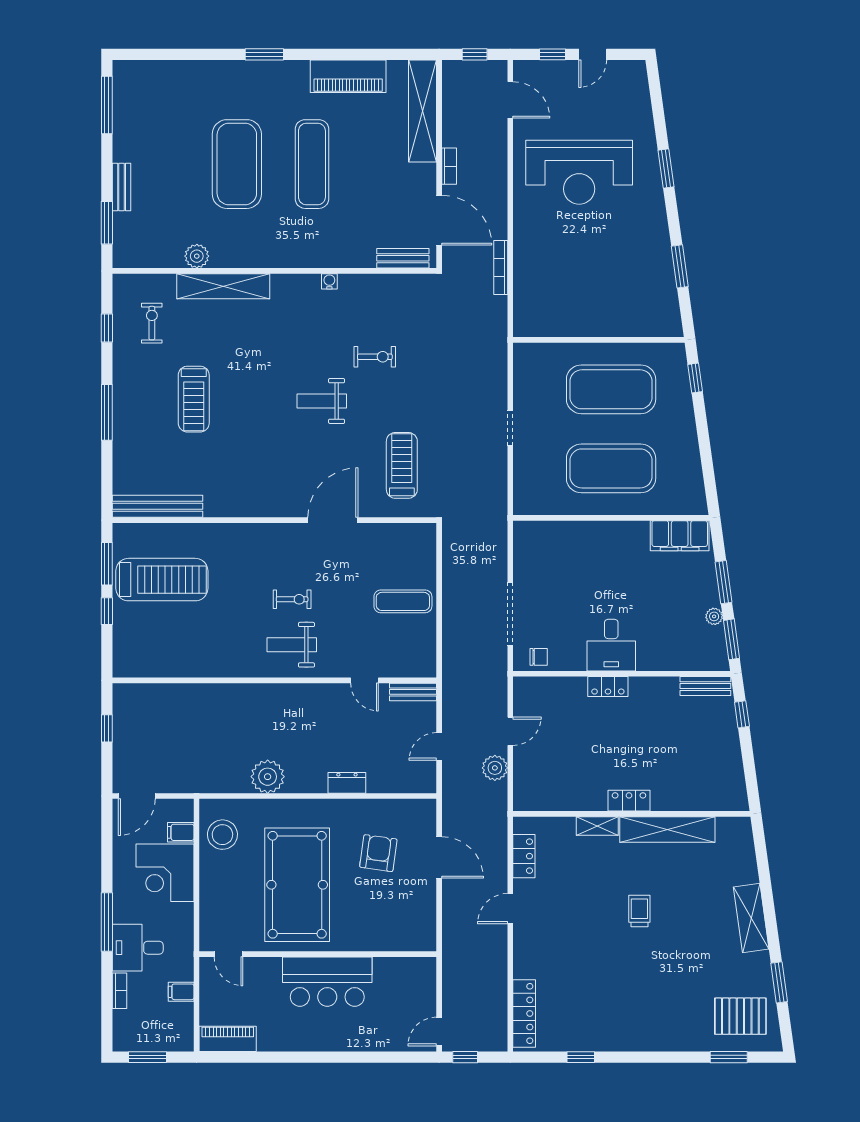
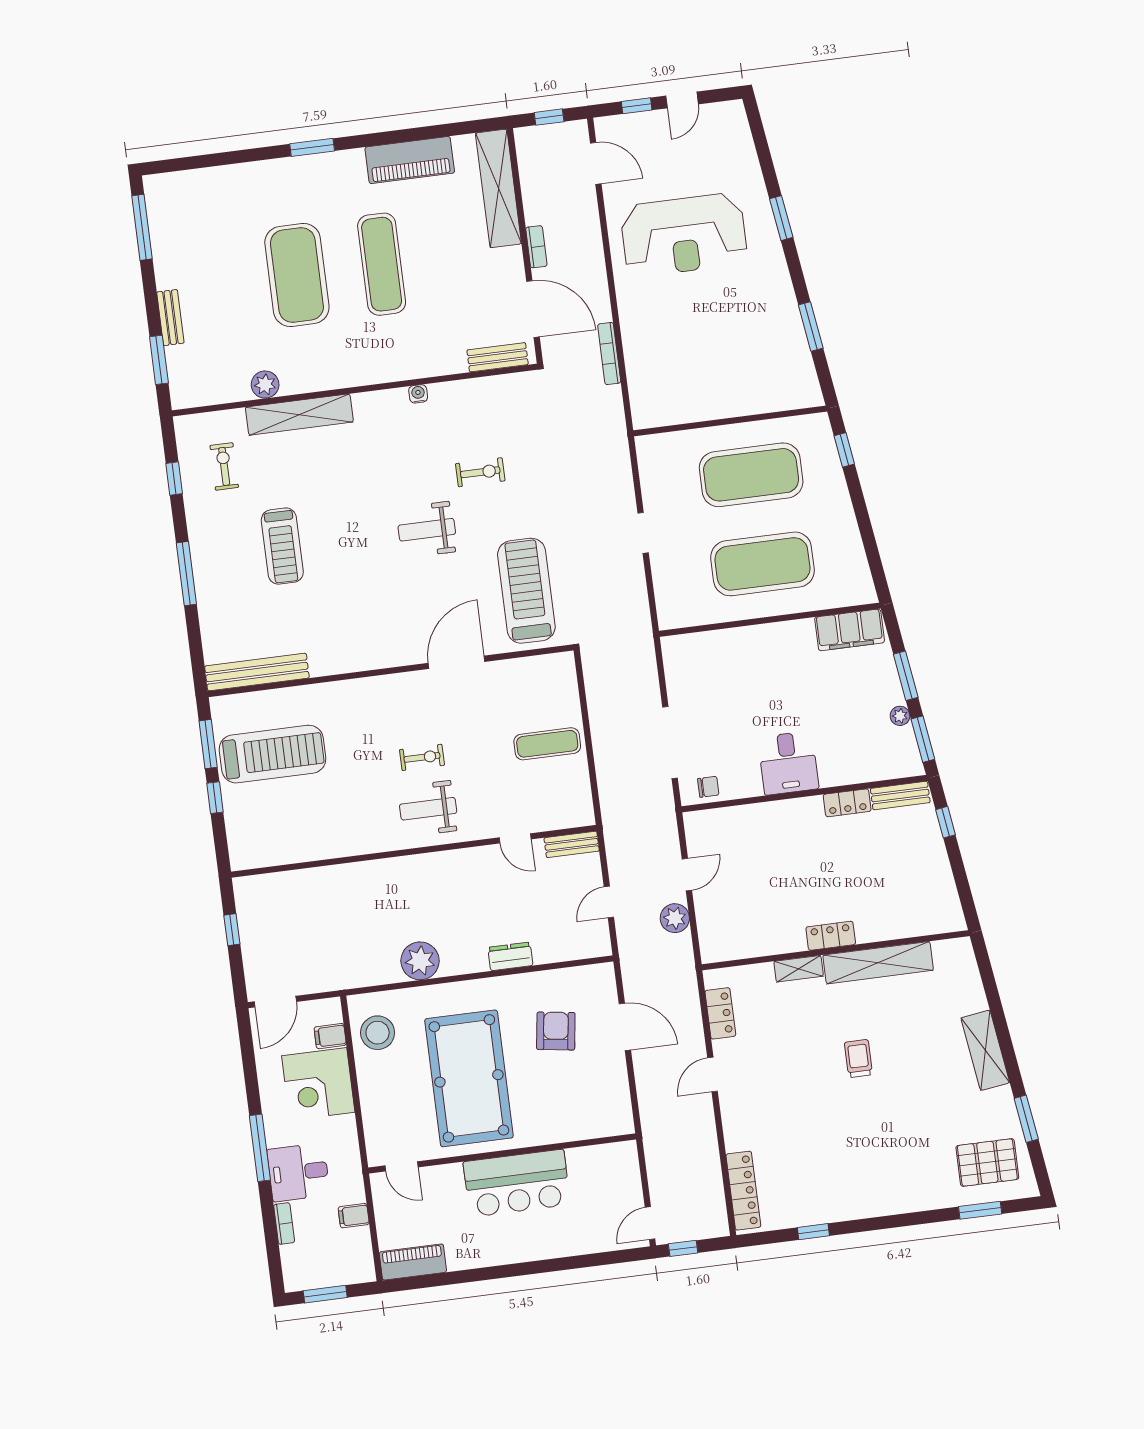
treadmill: (402, 465) -> (526, 591), width x1.37, depth x1.38
locker: (608, 686) -> (847, 803), moved

